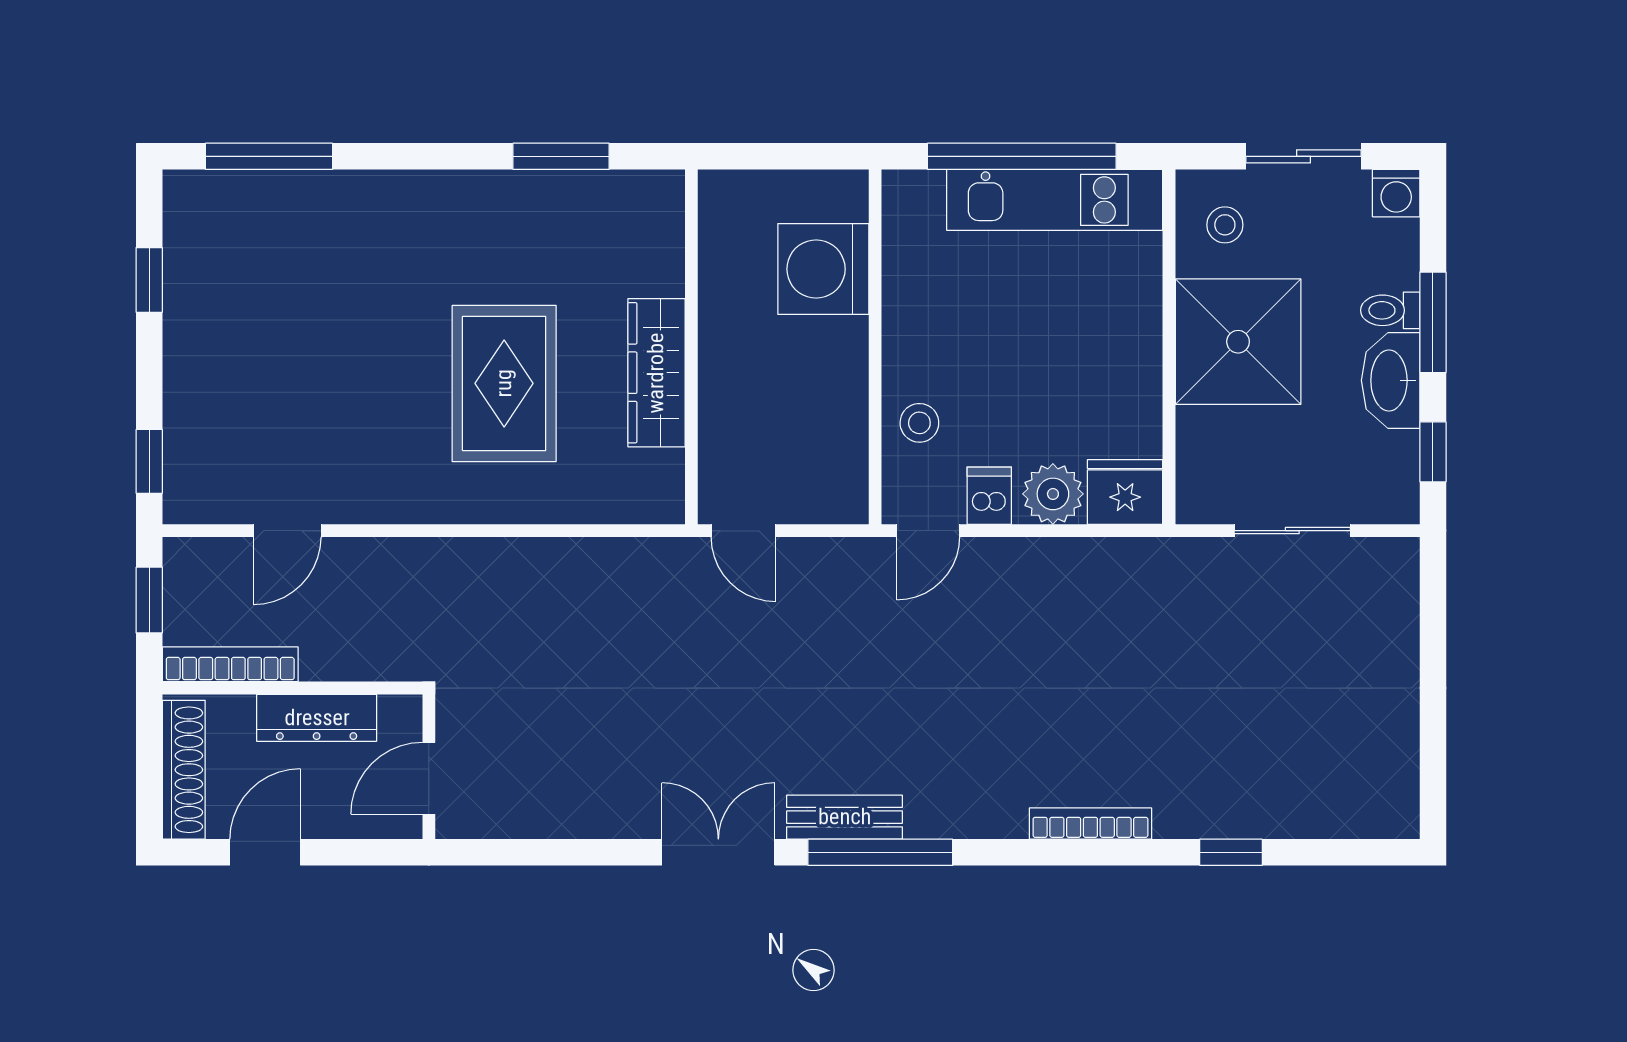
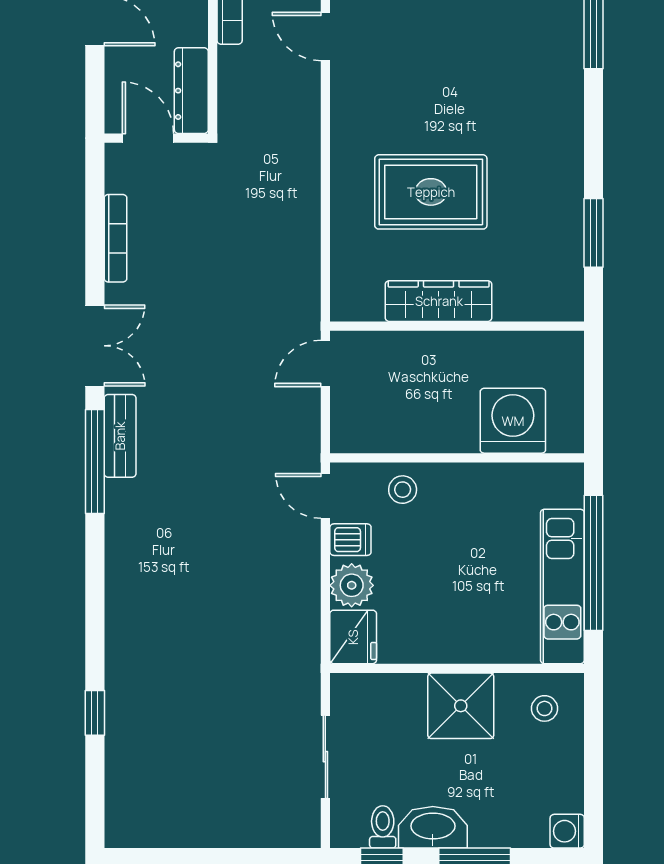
sliding door: (1303, 156) -> (594, 765), removed
toilet: (1390, 310) -> (383, 827), moved
shower: (1238, 342) -> (461, 706), width x0.73, depth x0.73
dresser: (317, 718) -> (191, 91), moved
bookcase: (1090, 824) -> (115, 238), moved

